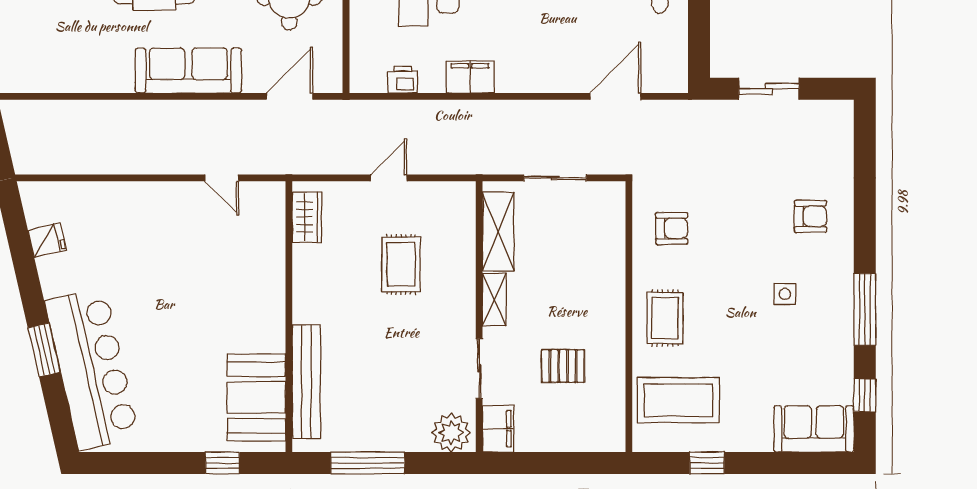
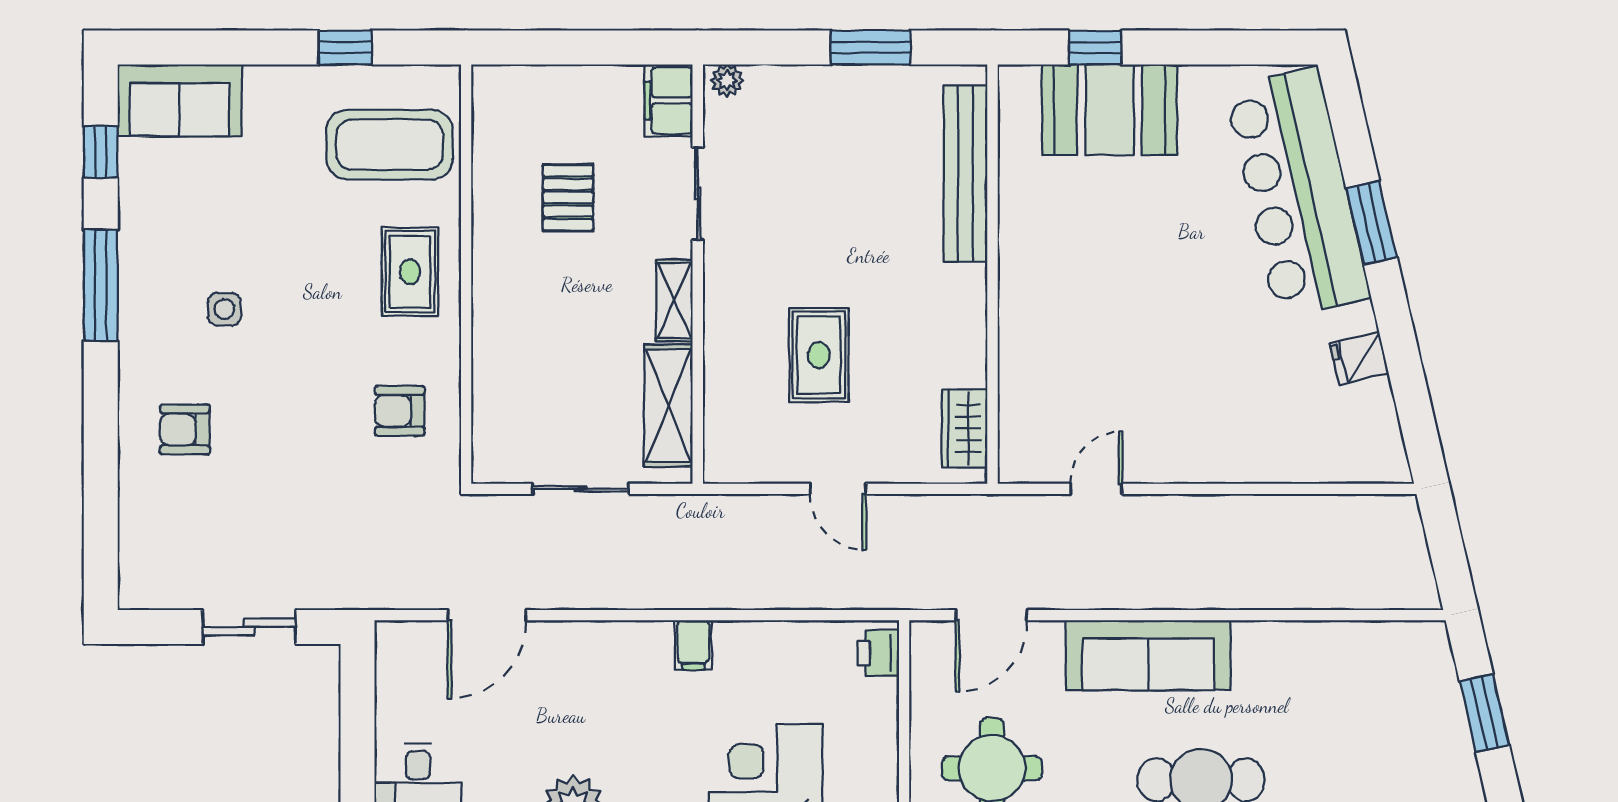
filing cabinet: (470, 77) -> (693, 645), width x0.50
printer: (403, 80) -> (878, 653), moved, turned 90
door: (222, 178) -> (1096, 489), hinge flipped
door: (389, 178) -> (838, 489), hinge flipped
fridge: (47, 240) -> (1359, 358), moved
pallet: (563, 366) -> (568, 198), turned 90
booth: (256, 398) -> (1110, 110), moved, turned 90
plant: (451, 433) -> (727, 80), width x0.53, depth x0.53
window: (368, 463) -> (871, 48), width x0.69

